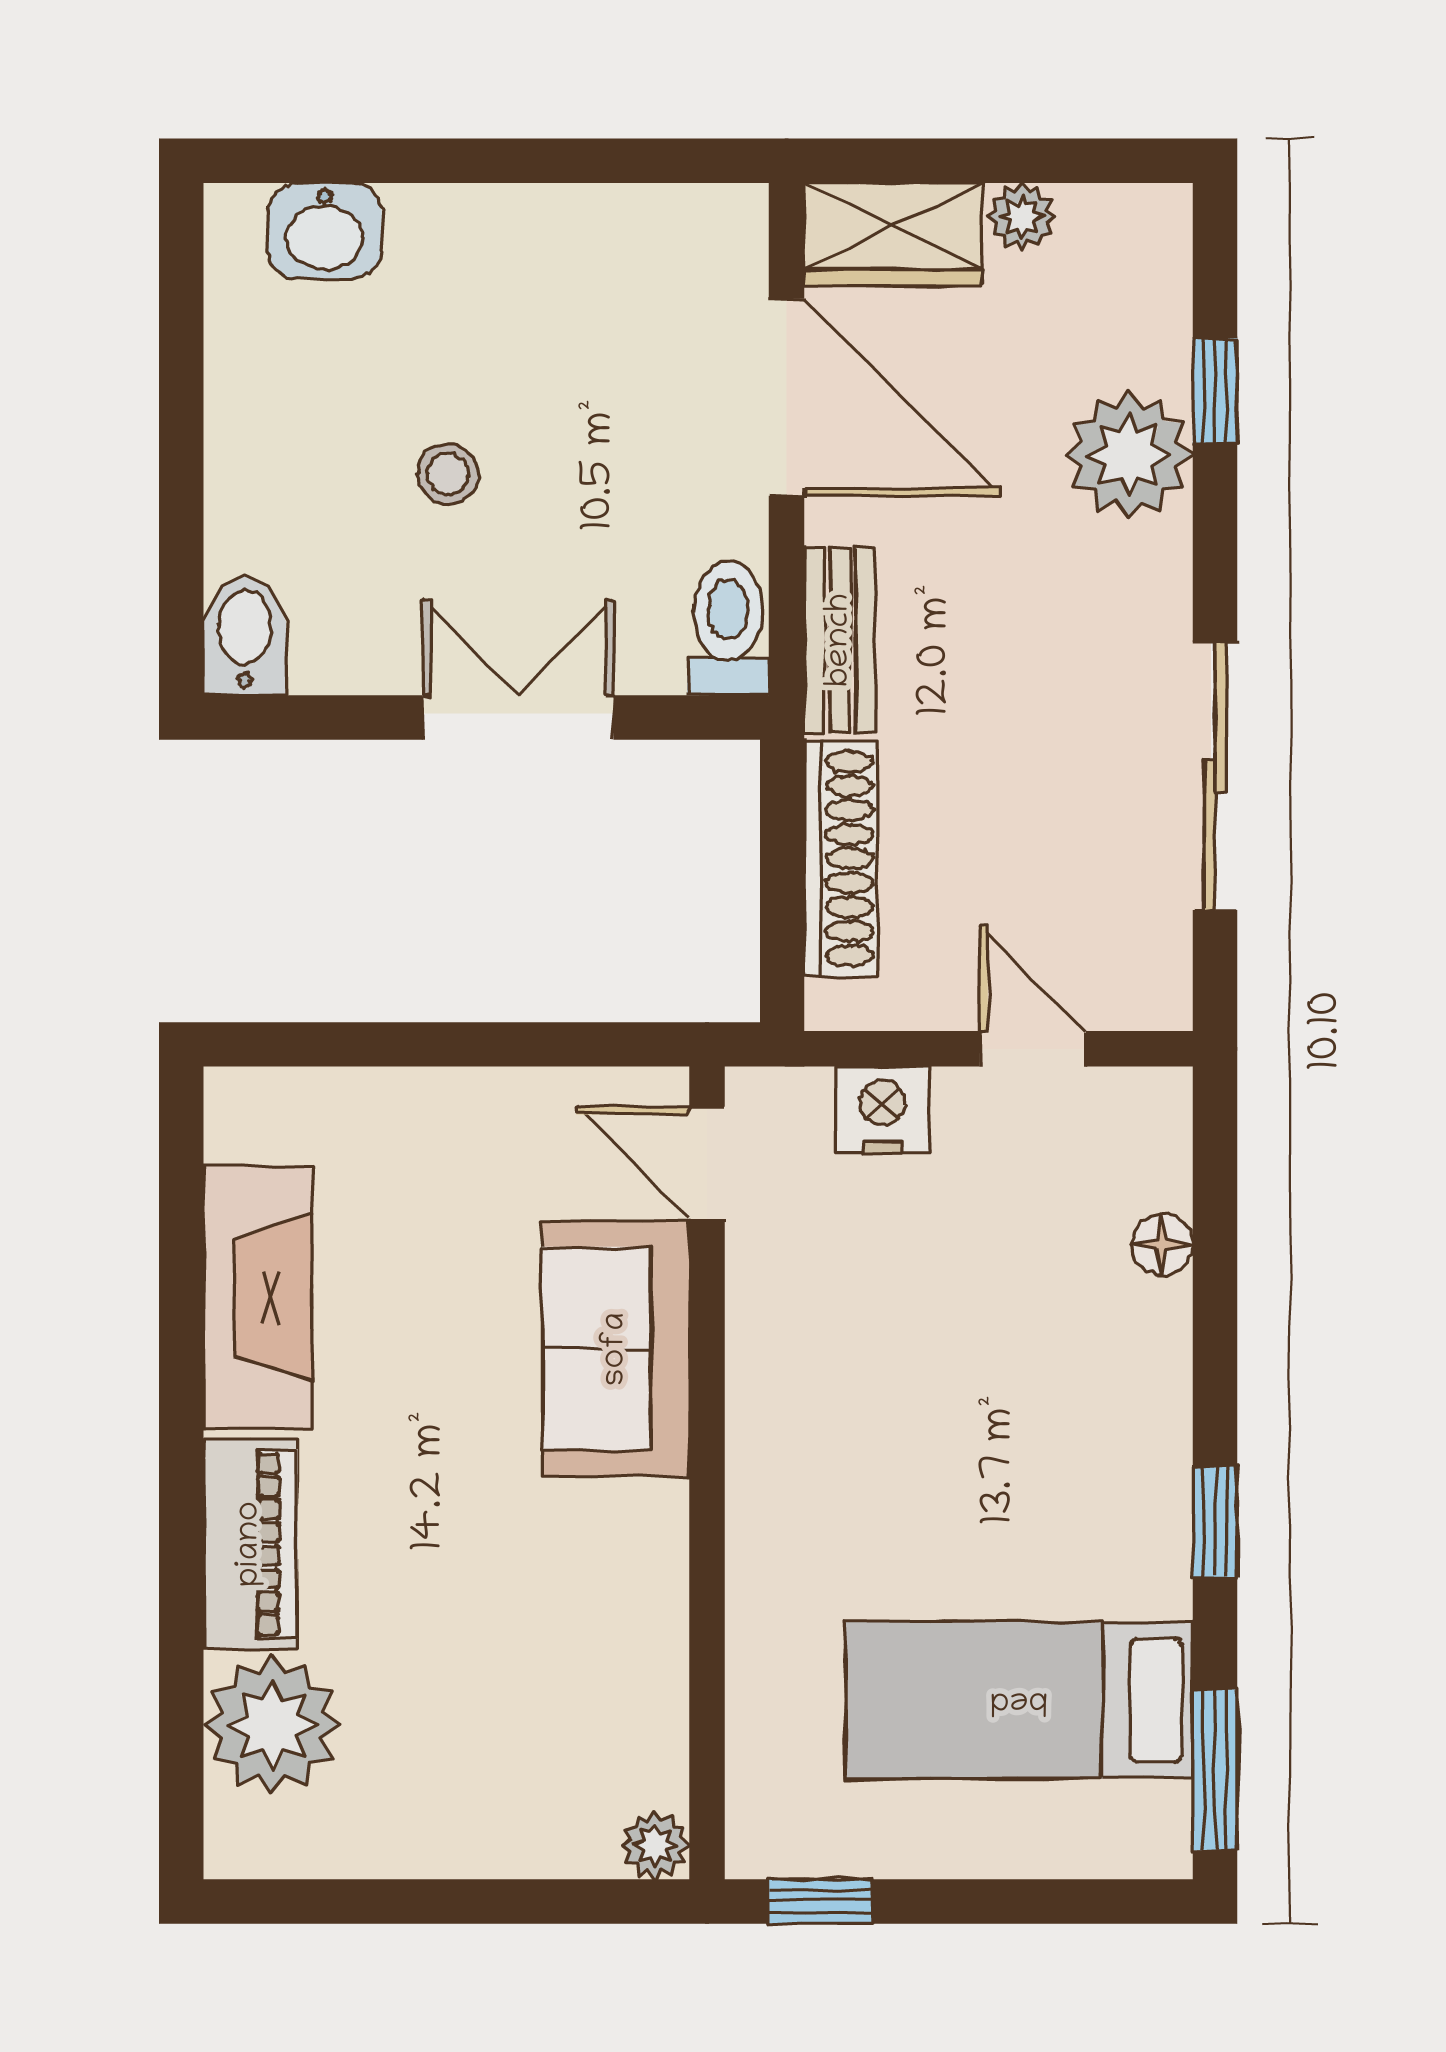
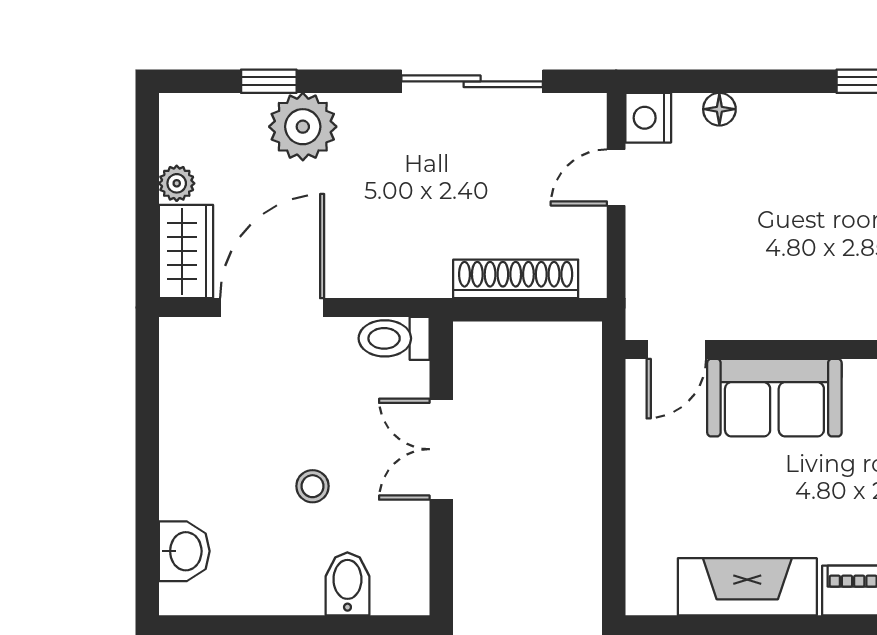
bidet: (245, 636) -> (347, 584), moved, turned 90
bench: (840, 640) -> (400, 279), removed
nightstand: (882, 1110) -> (648, 118), moved

